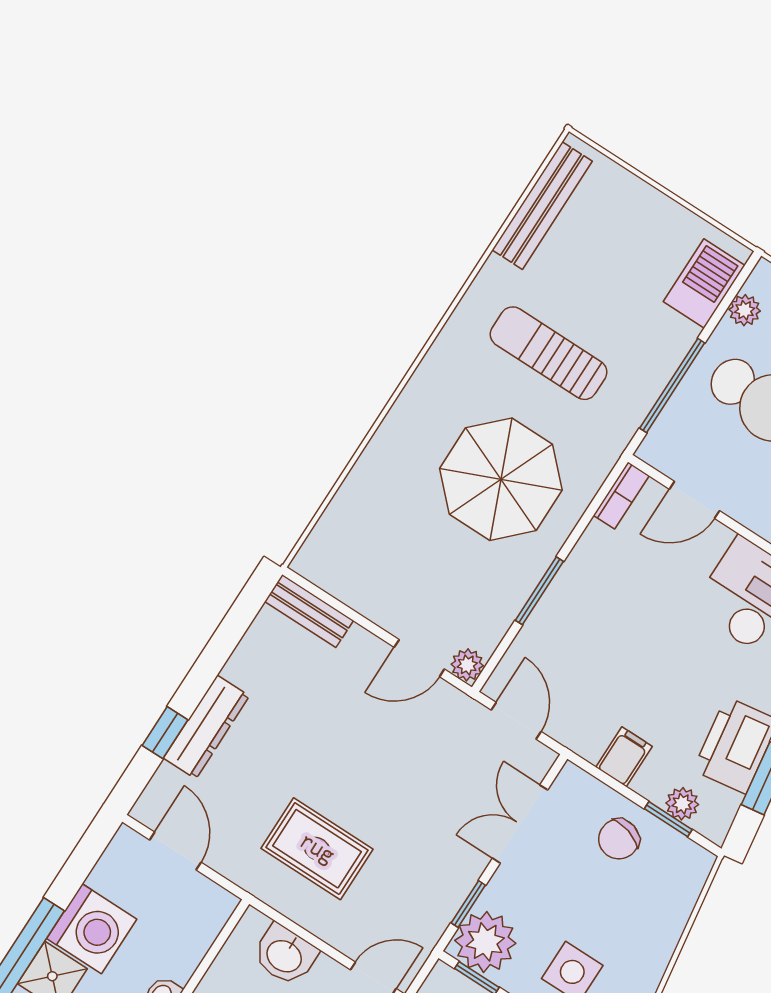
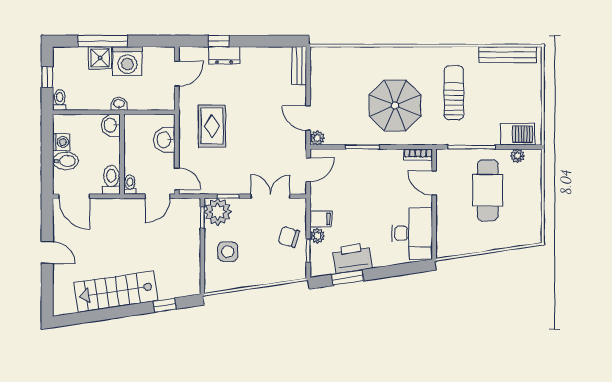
dresser: (206, 727) -> (224, 55), width x0.70
plant: (682, 804) -> (317, 236), moved

